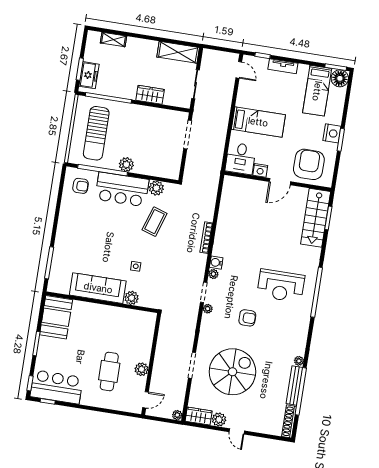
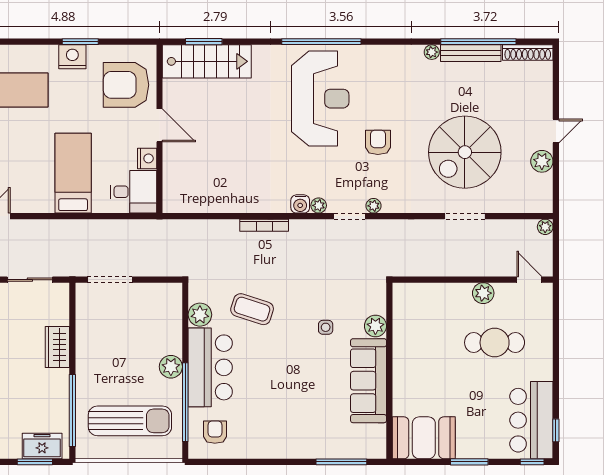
reception desk: (281, 286) -> (320, 99), width x1.36, depth x1.30
spiral stairs: (232, 372) -> (465, 152), turned -90
wardrobe: (199, 416) -> (542, 194), removed

